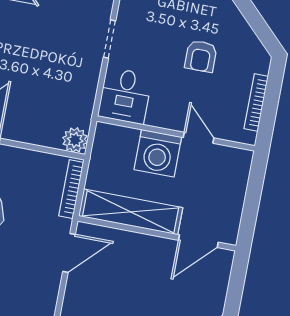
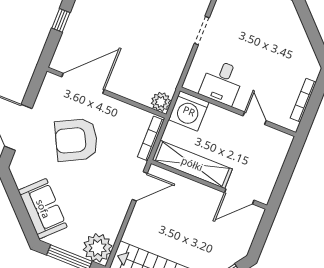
armchair: (201, 56) -> (268, 57), removed
desk: (125, 96) -> (222, 82), moved
washing machine: (158, 153) -> (189, 111), moved

